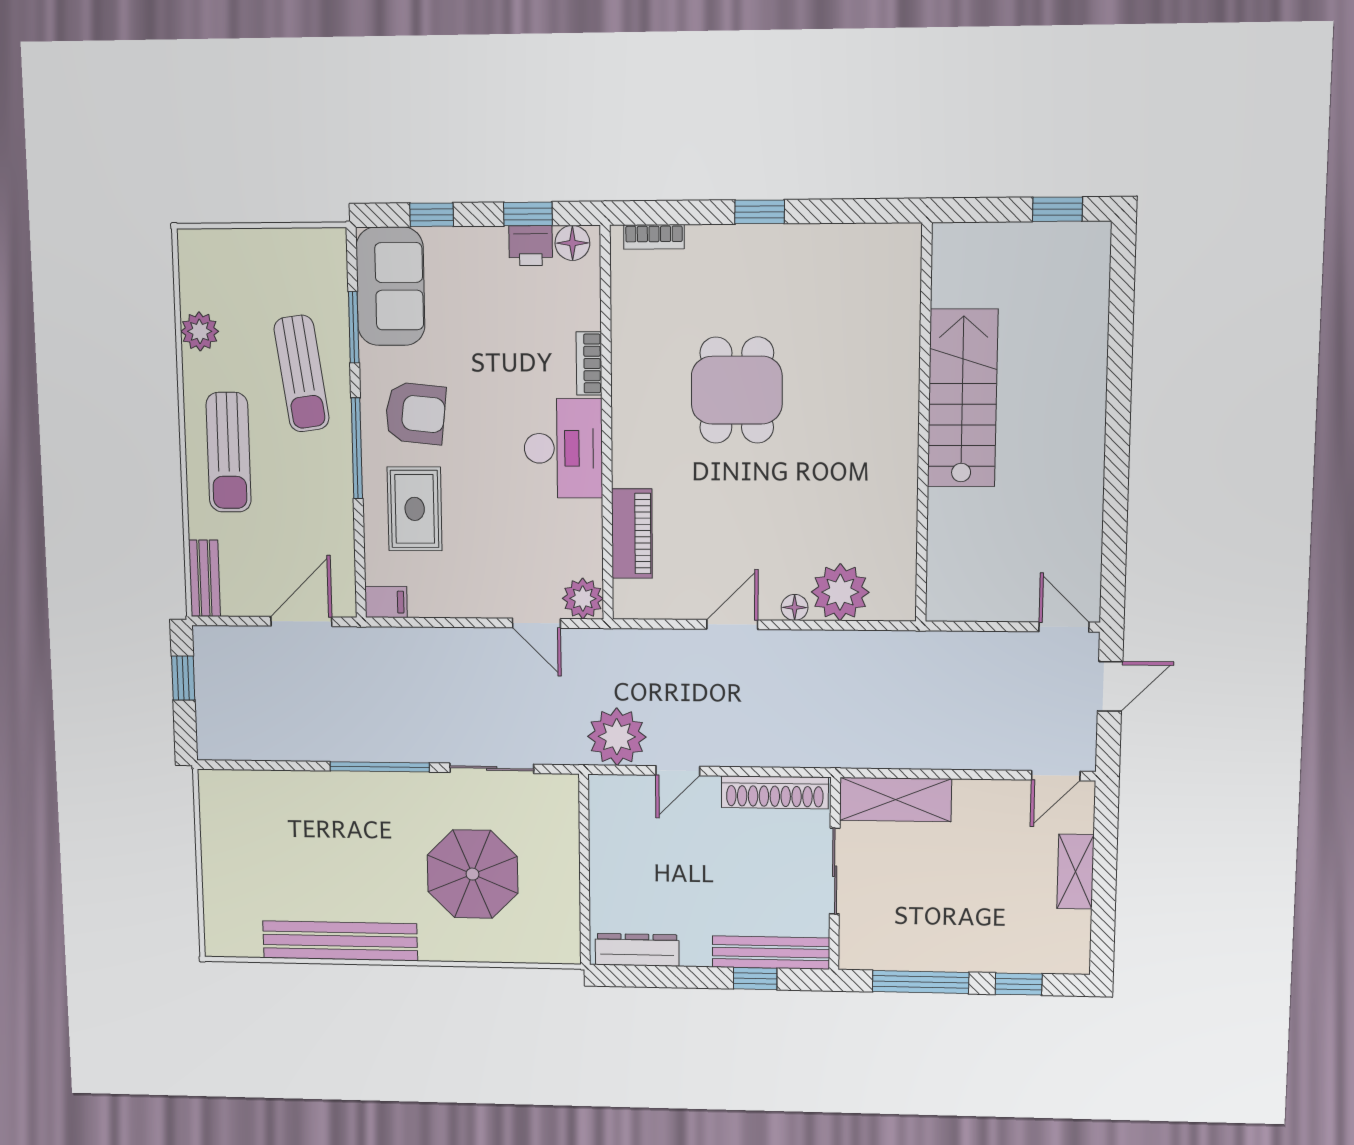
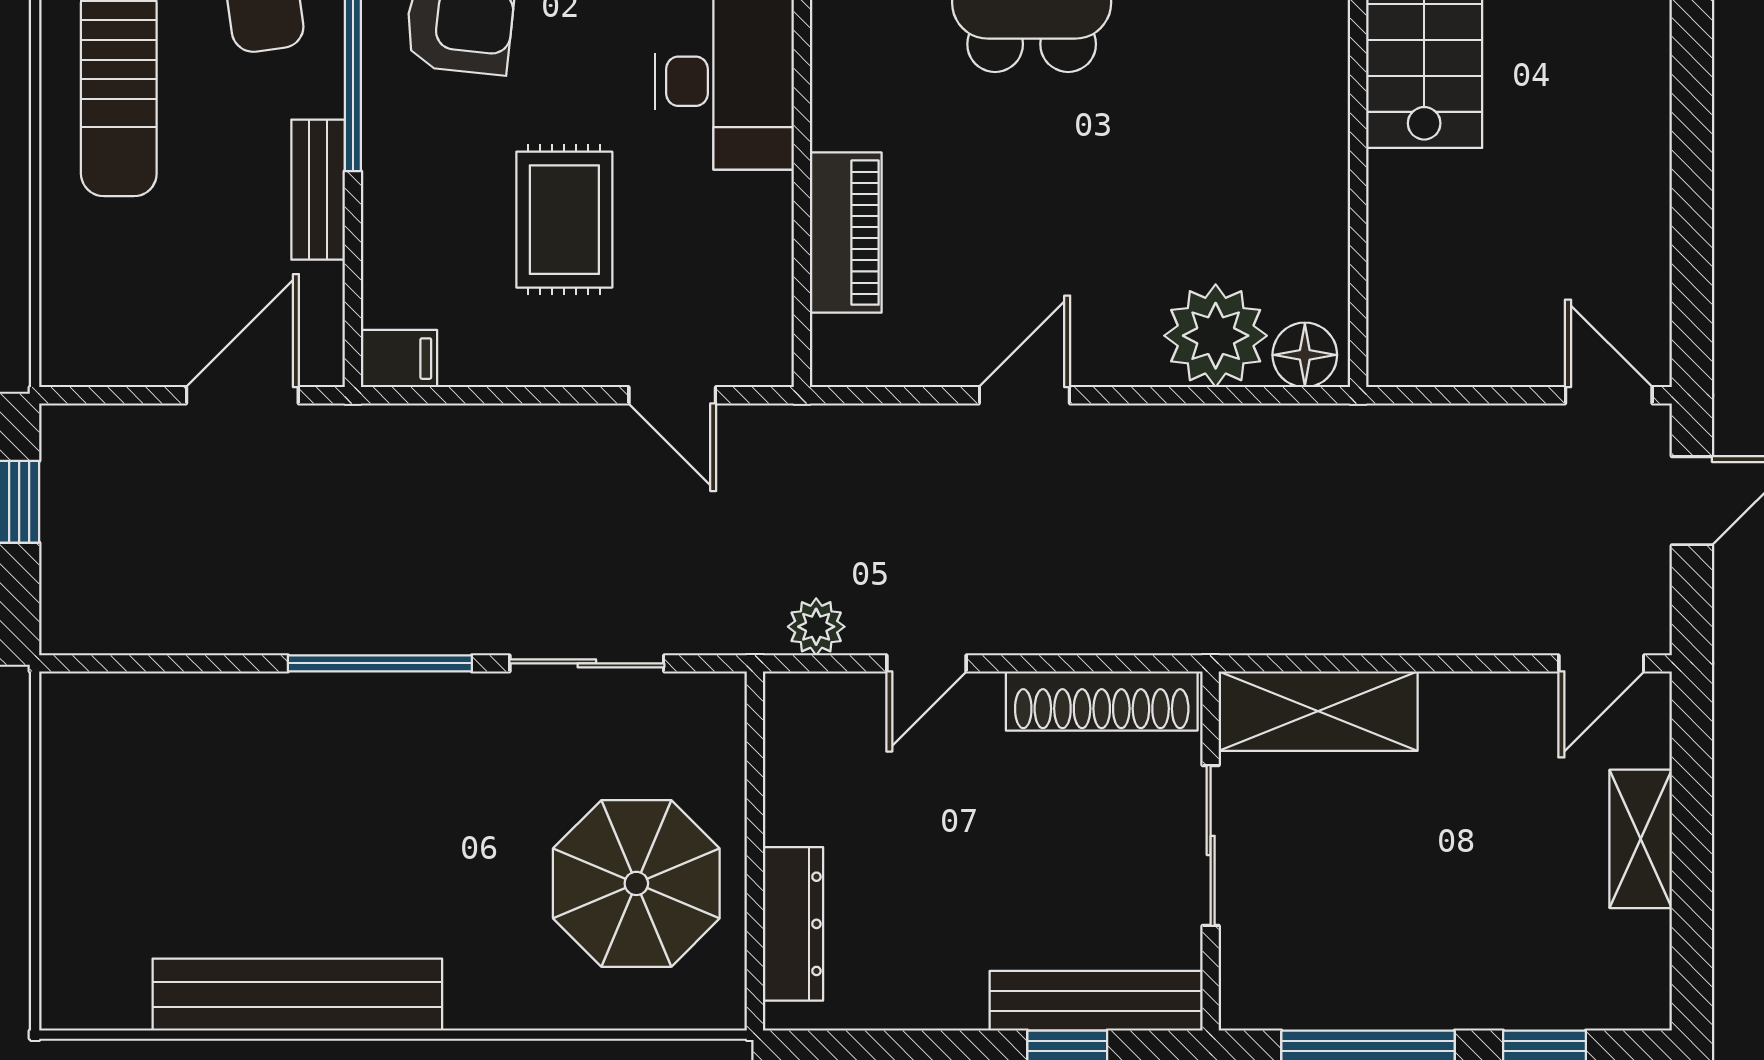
rug: (415, 509) -> (564, 220), moved
bench: (204, 578) -> (318, 190), moved
plant: (583, 599) -> (757, 350), removed
floor lamp: (795, 607) -> (1305, 355), moved, width x1.37, depth x1.37
plant: (617, 737) -> (816, 627), width x0.53, depth x0.53
parasol: (473, 874) -> (636, 883), moved
dresser: (637, 950) -> (793, 924), moved, turned 90

